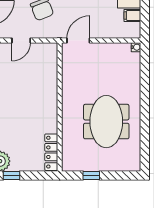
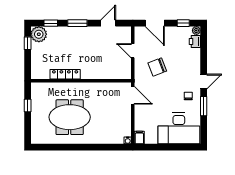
filing cabinet: (132, 16) -> (139, 138), moved
locker: (51, 152) -> (65, 74), moved

